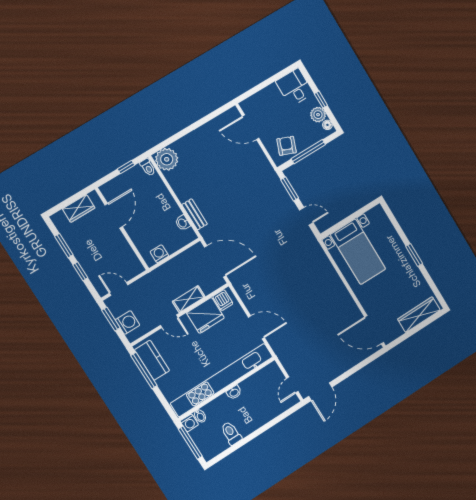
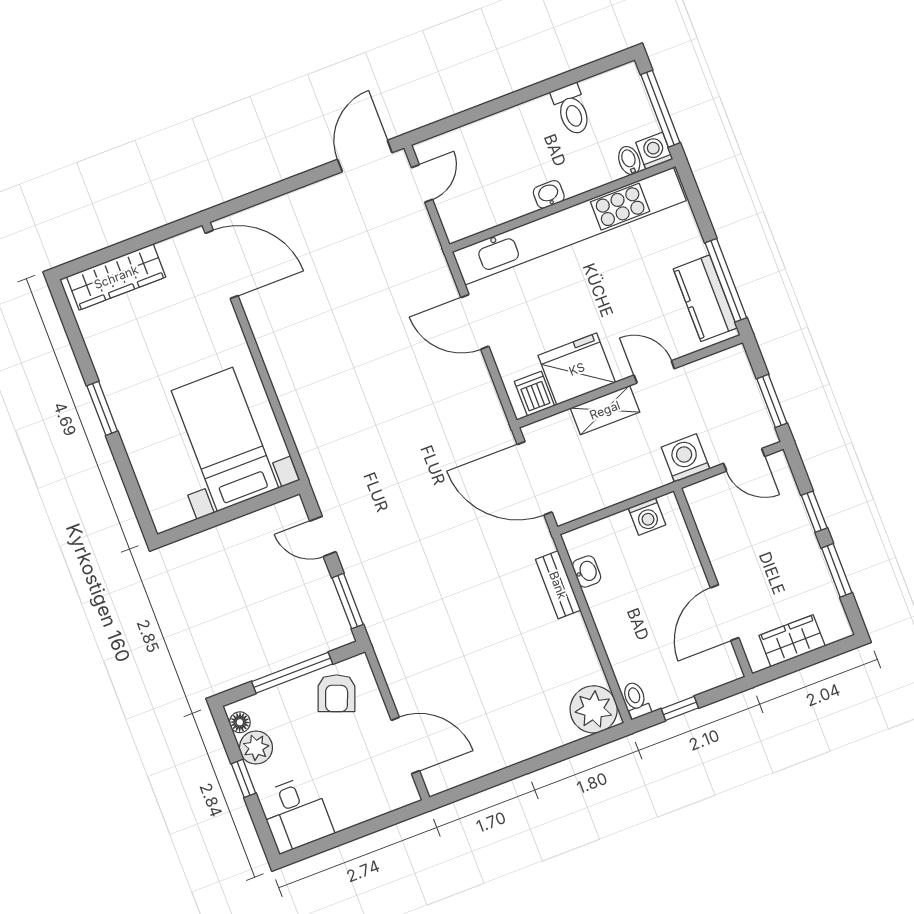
washing machine: (128, 322) -> (685, 458), moved, turned 90

